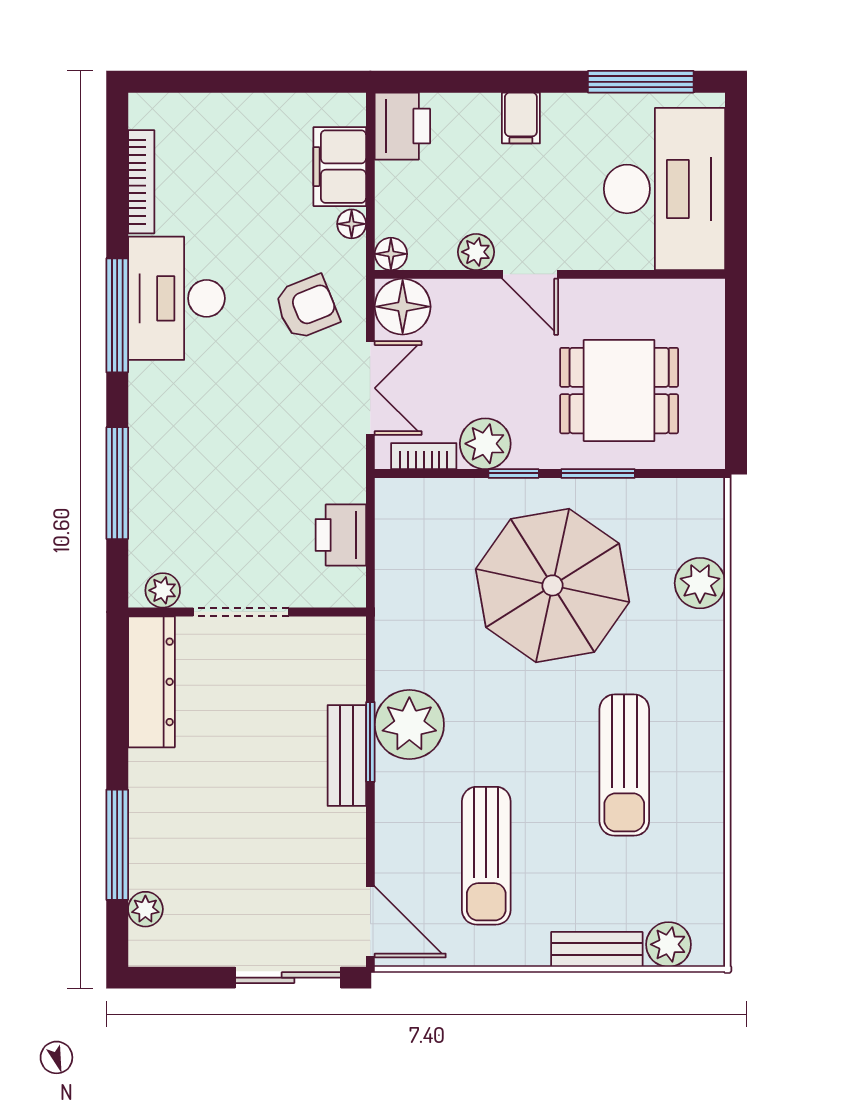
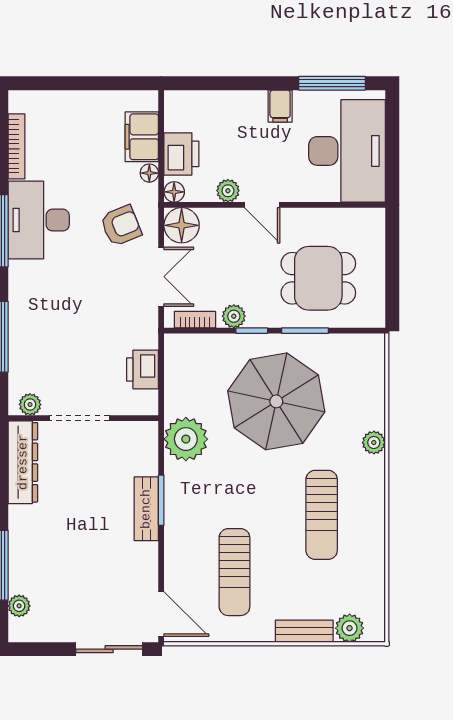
filing cabinet: (521, 118) -> (280, 106), moved
printer: (402, 126) -> (181, 154), moved
plant: (485, 444) -> (234, 316), width x0.73, depth x0.73
plant: (700, 583) -> (374, 443), moved, width x0.73, depth x0.73
plant: (409, 725) -> (186, 439), moved

